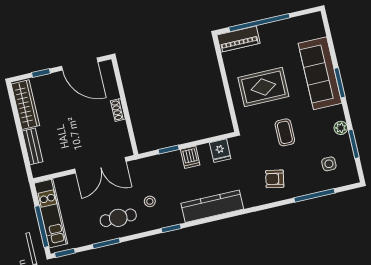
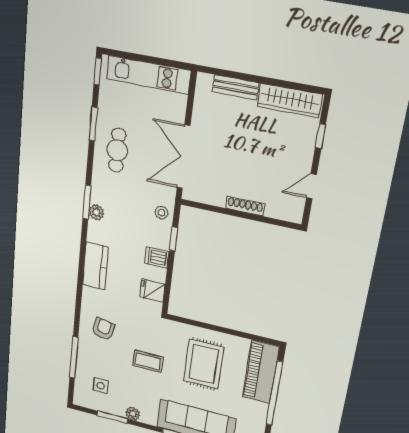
piano: (239, 39) -> (261, 372), width x1.37, depth x1.33
door: (80, 64) -> (311, 186), width x0.53
shoe rack: (118, 110) -> (245, 206), width x1.43
stool: (150, 201) -> (161, 213), moved
kitchen counter: (212, 206) -> (95, 266), width x0.67
plant: (176, 218) -> (96, 212), added
window: (42, 226) -> (137, 57), removed
window: (171, 228) -> (87, 202), width x1.50

